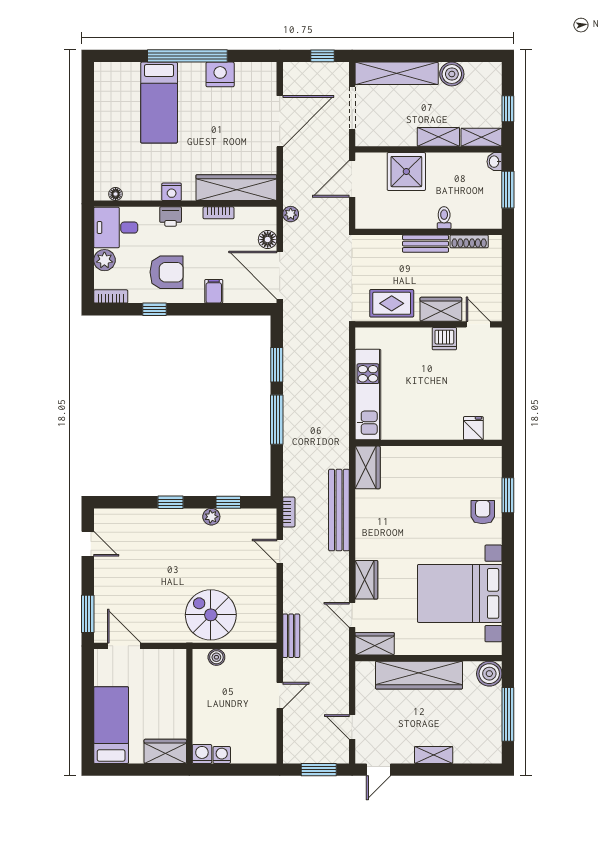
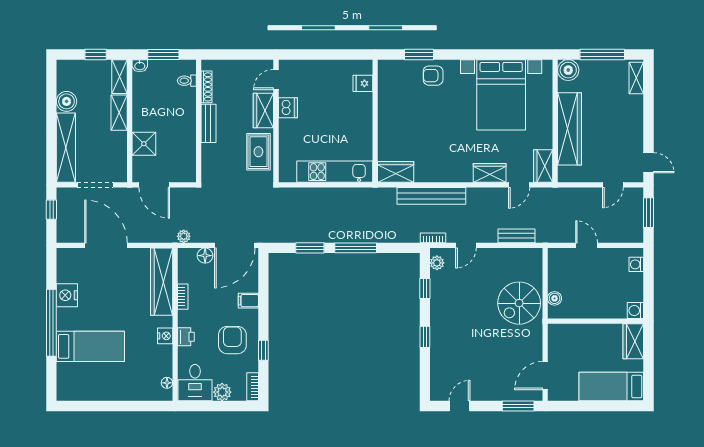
shower: (406, 172) -> (144, 144), width x0.73, depth x0.73
toilet: (444, 218) -> (187, 81), moved
plant: (211, 517) -> (437, 263), moved
bench: (291, 636) -> (516, 236), moved
washing machine: (222, 755) -> (636, 264), moved
shelving: (434, 755) -> (636, 78), moved

